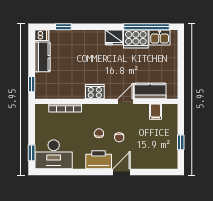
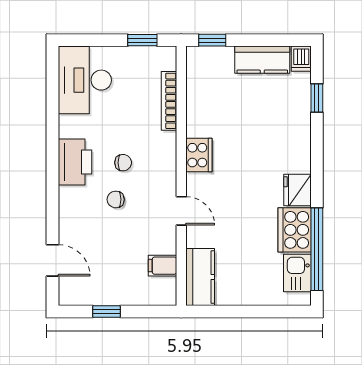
kitchen counter: (150, 91) -> (200, 277), moved
window: (32, 153) -> (142, 40), moved
door: (121, 172) -> (52, 260), moved

